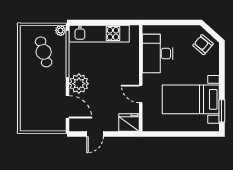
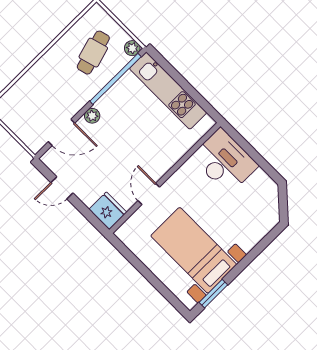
armchair: (203, 45) -> (262, 207), removed
desk: (158, 53) -> (224, 161), moved, turned 90
plant: (79, 84) -> (92, 116), width x0.53, depth x0.53
door: (67, 107) -> (62, 132), hinge flipped

